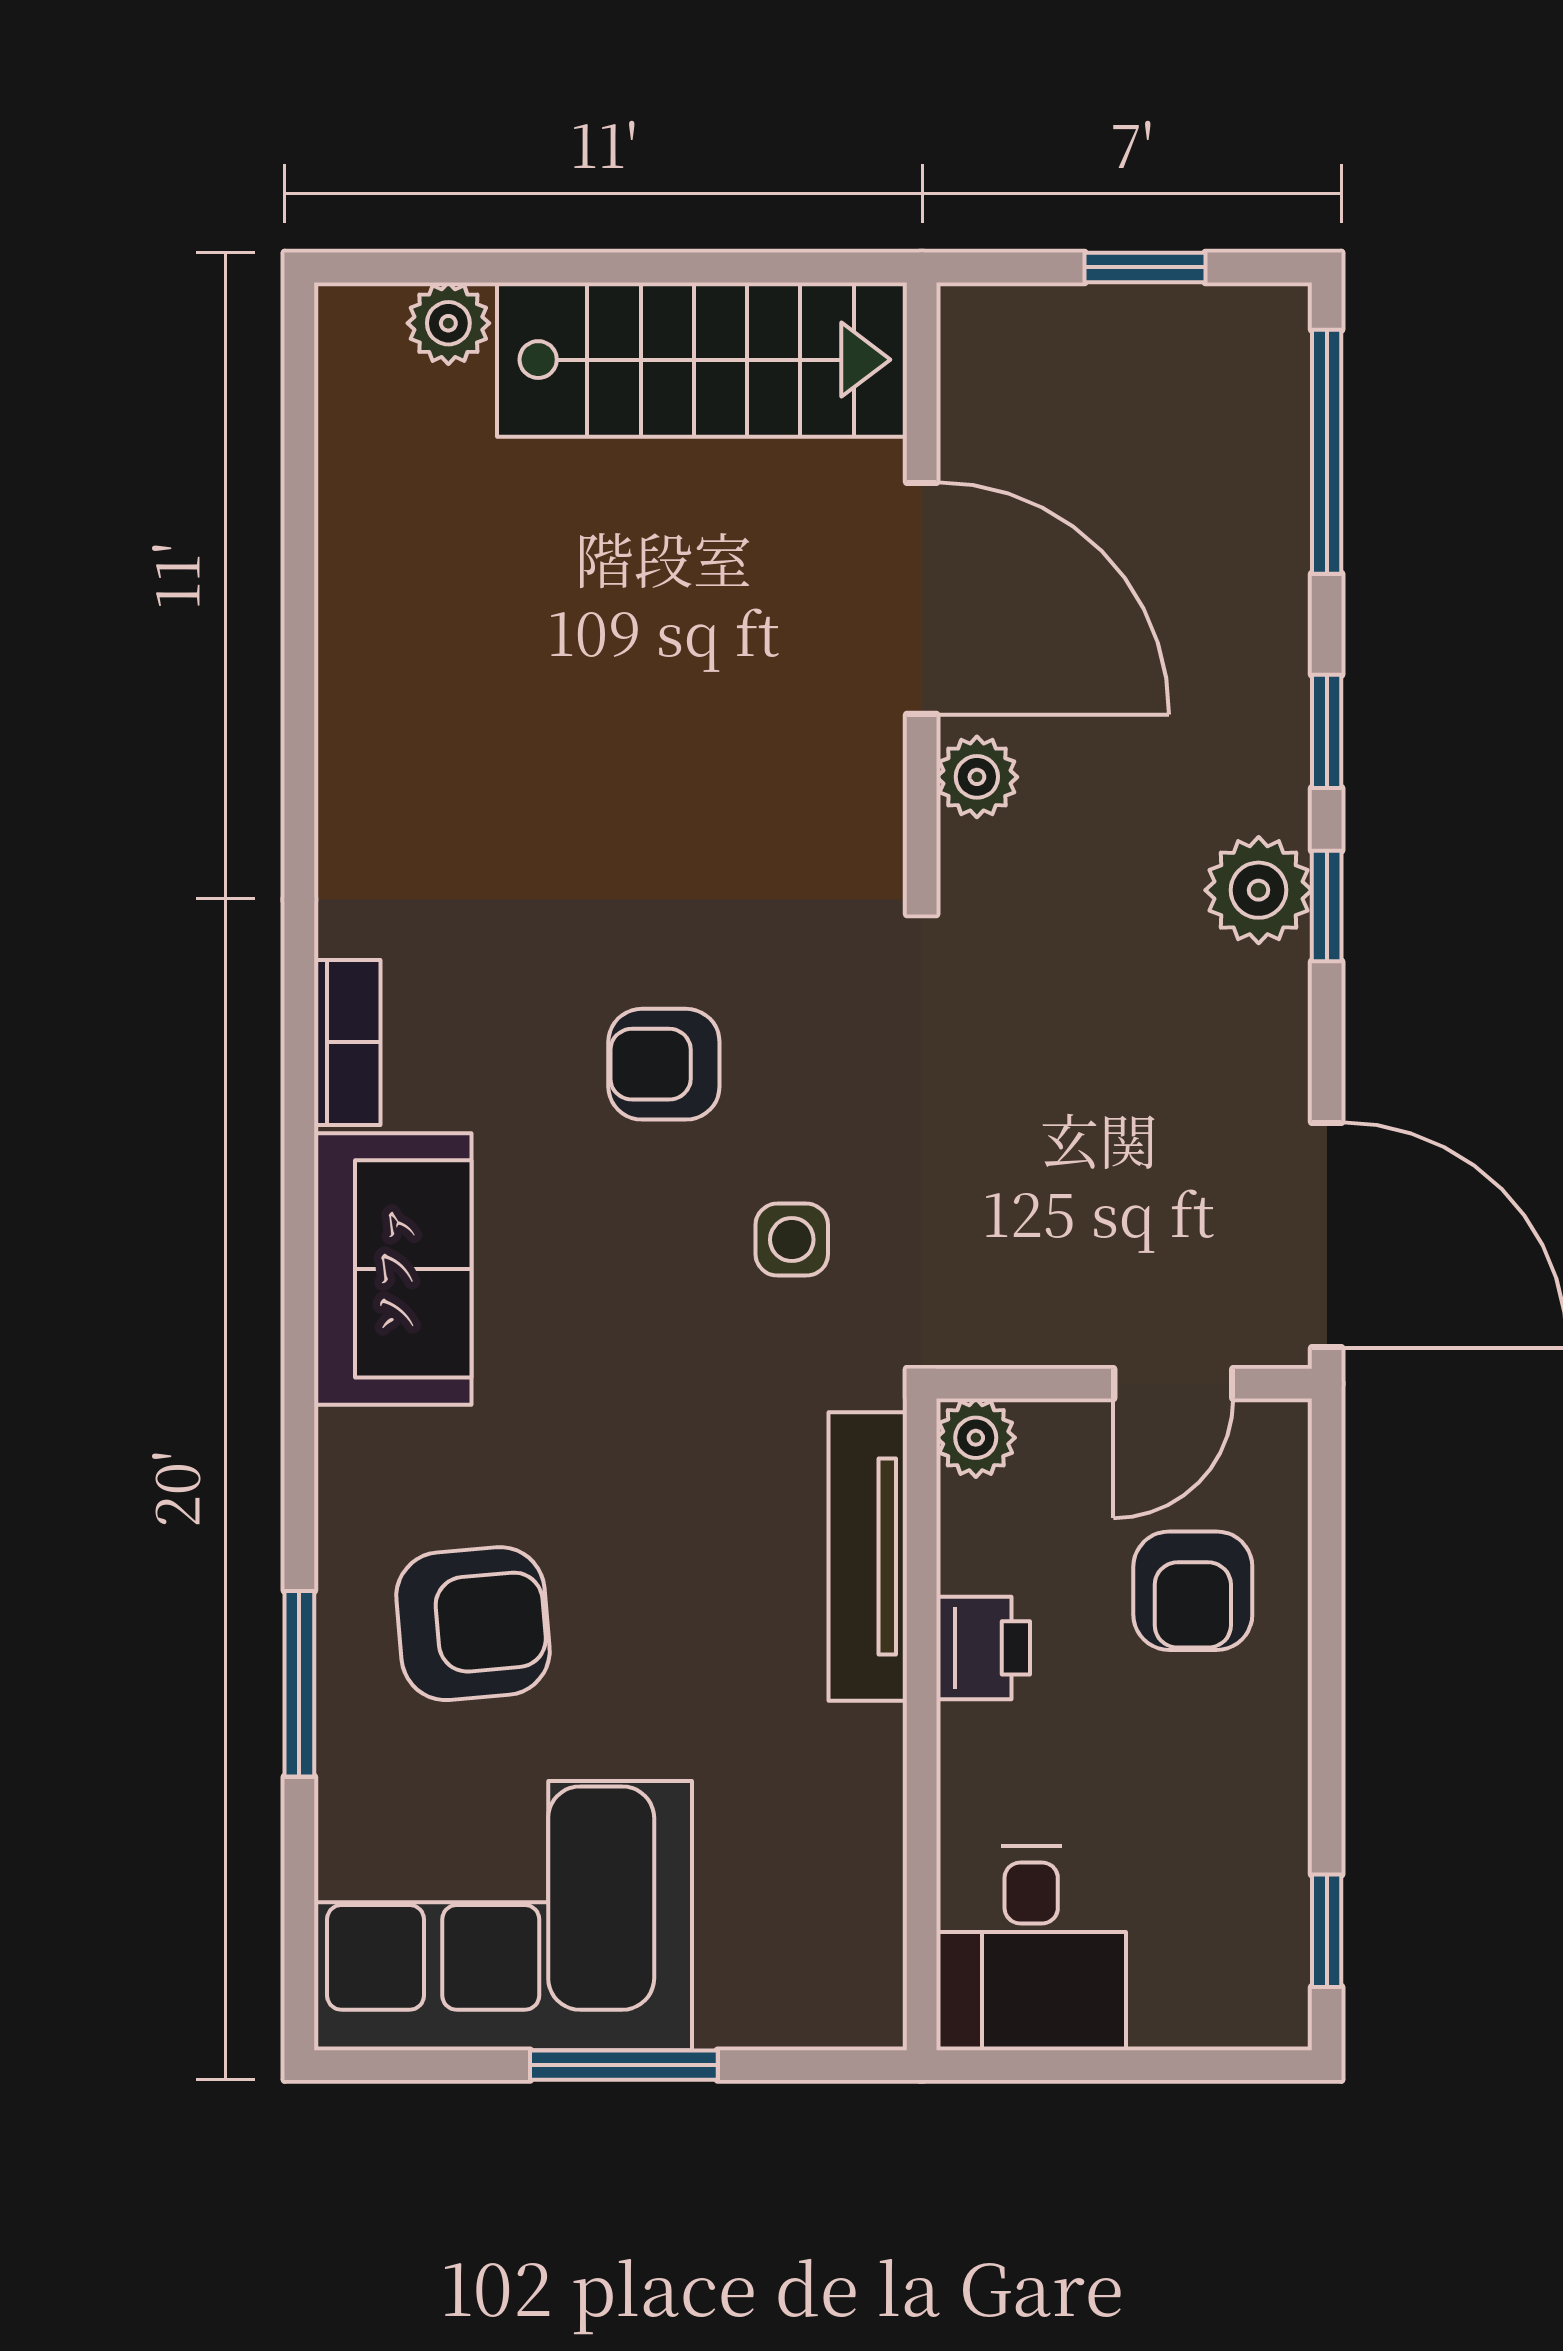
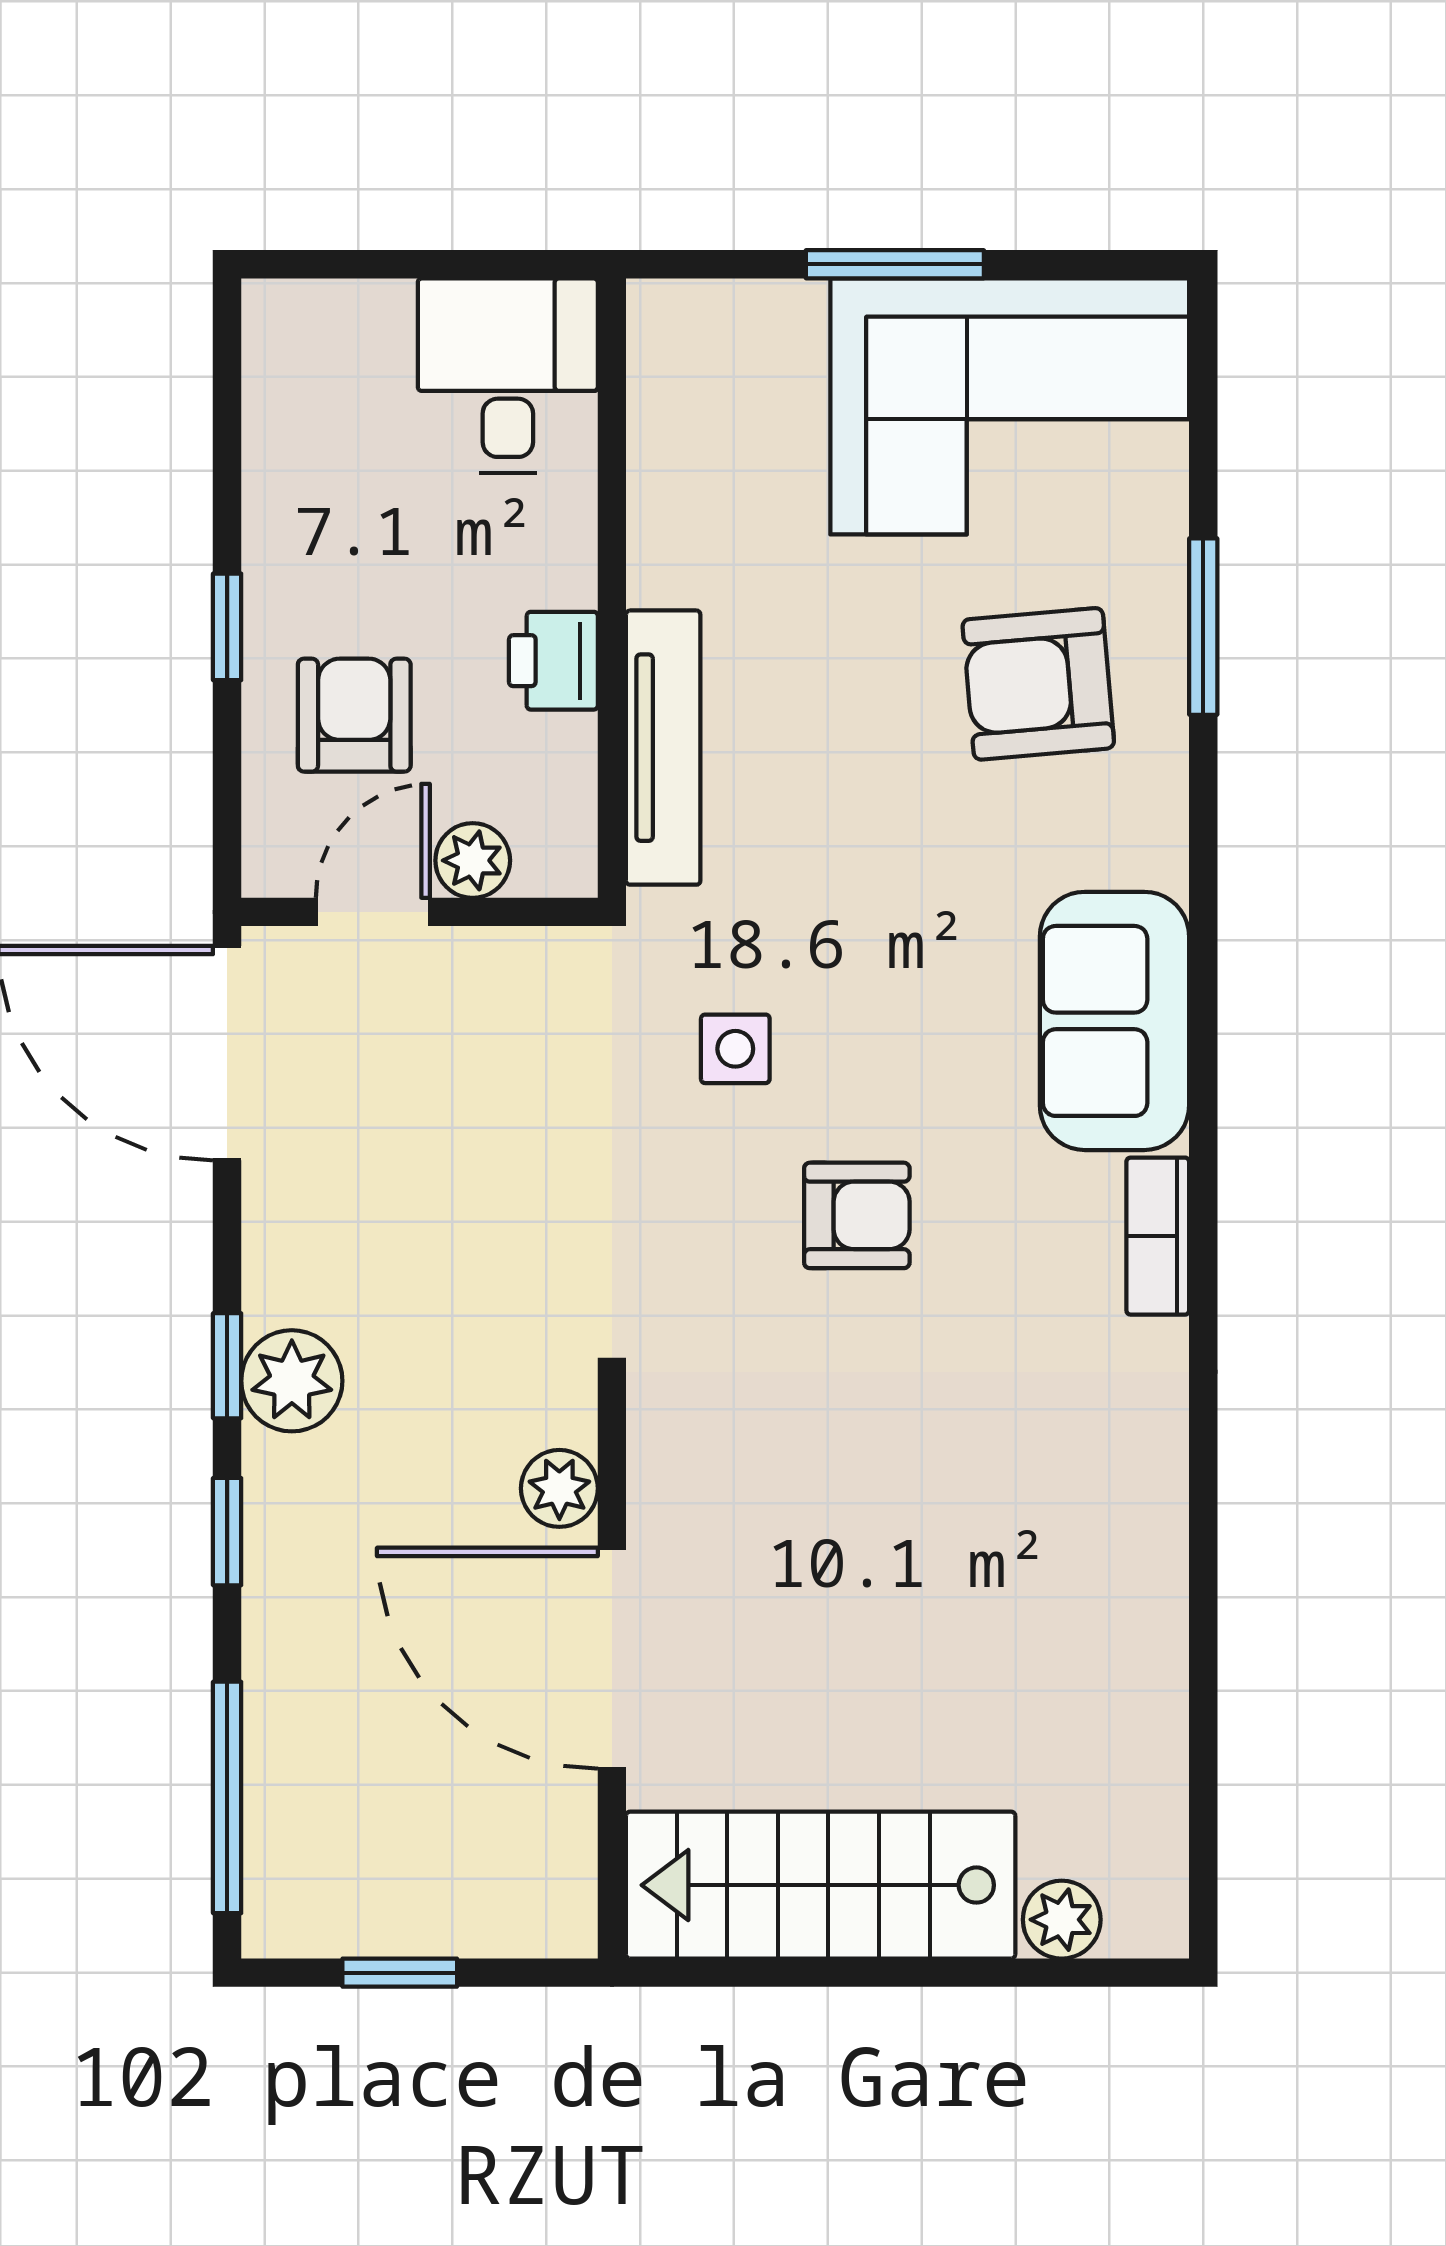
plant: (976, 1438) -> (473, 860), moved
window: (1327, 1931) -> (227, 627), moved

